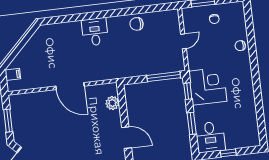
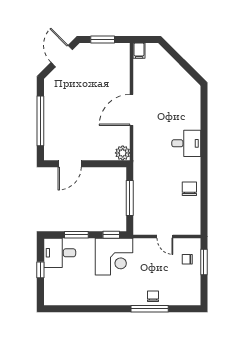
chair: (214, 19) -> (187, 259), moved
window: (252, 48) -> (150, 309), added
filing cabinet: (13, 74) -> (139, 51), moved
window: (164, 77) -> (130, 198), moved
plant: (112, 103) -> (123, 153), moved

